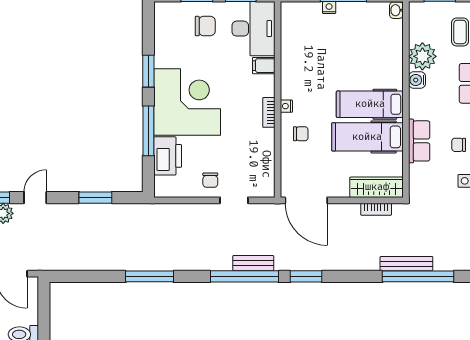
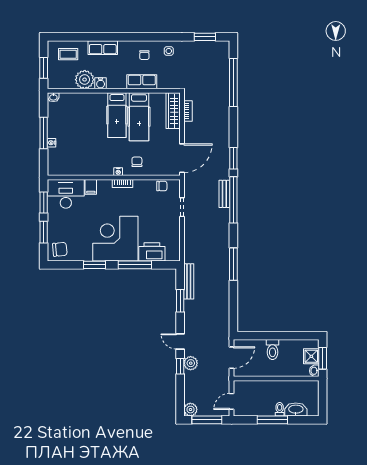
chair: (205, 26) -> (60, 249), moved, turned 85
chair: (210, 180) -> (162, 186), moved
bench: (406, 264) -> (189, 281), moved

